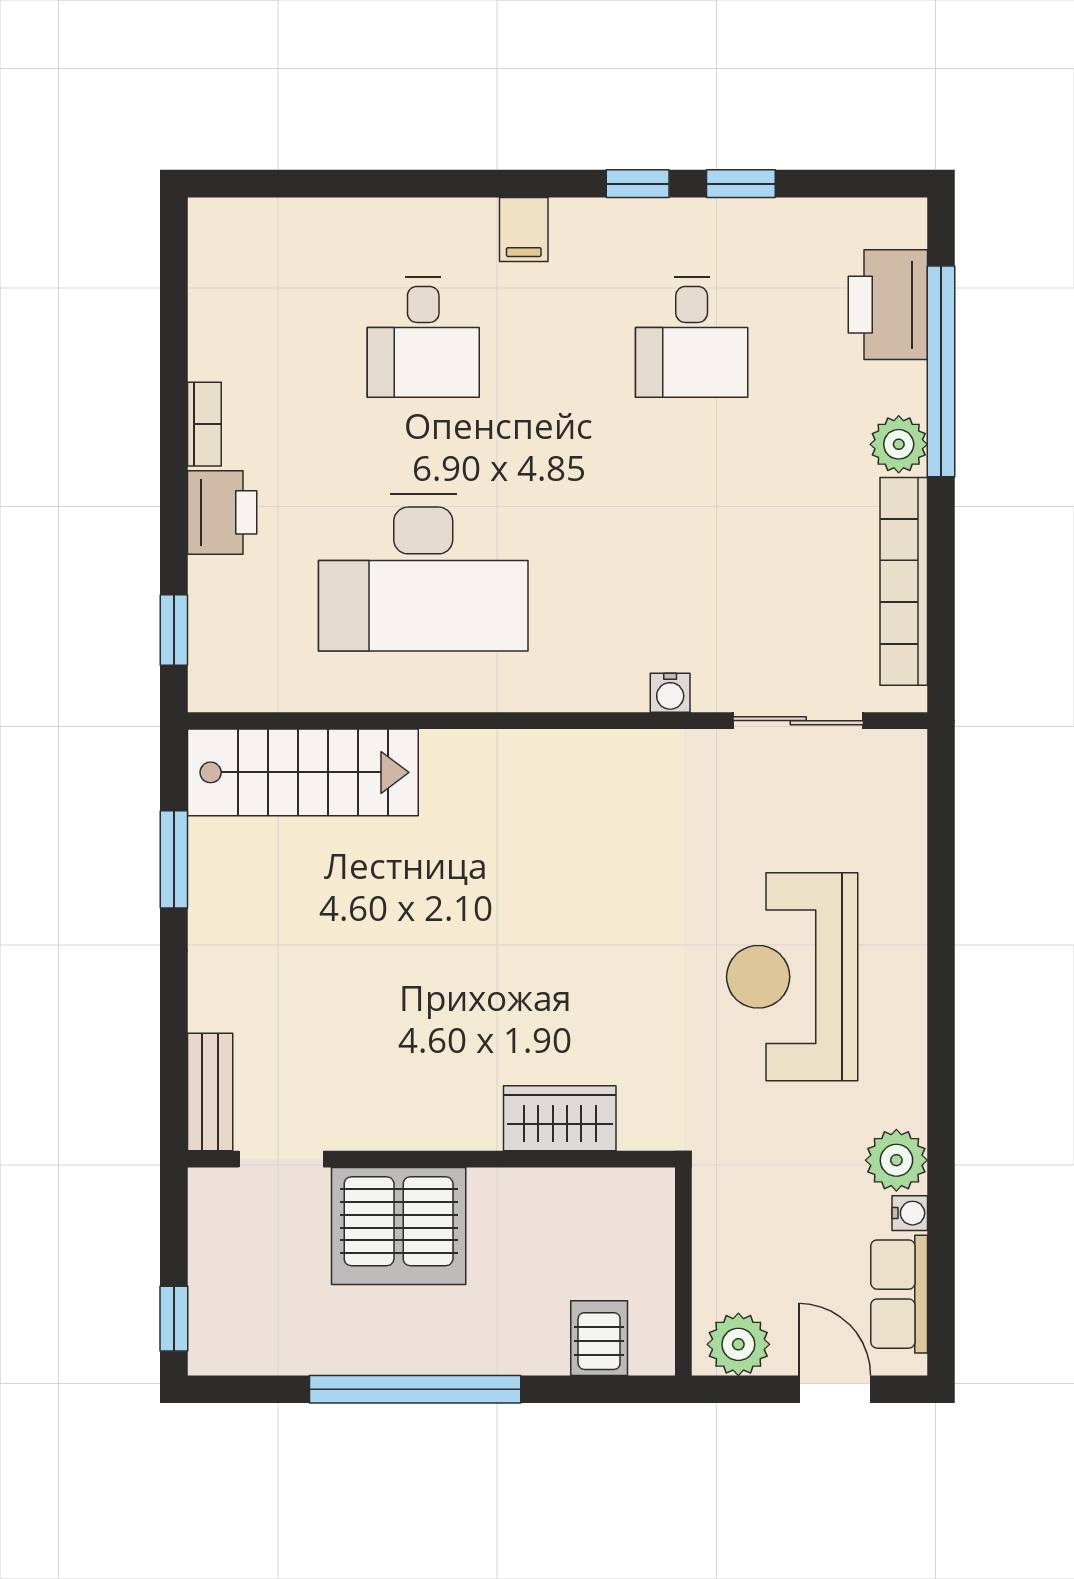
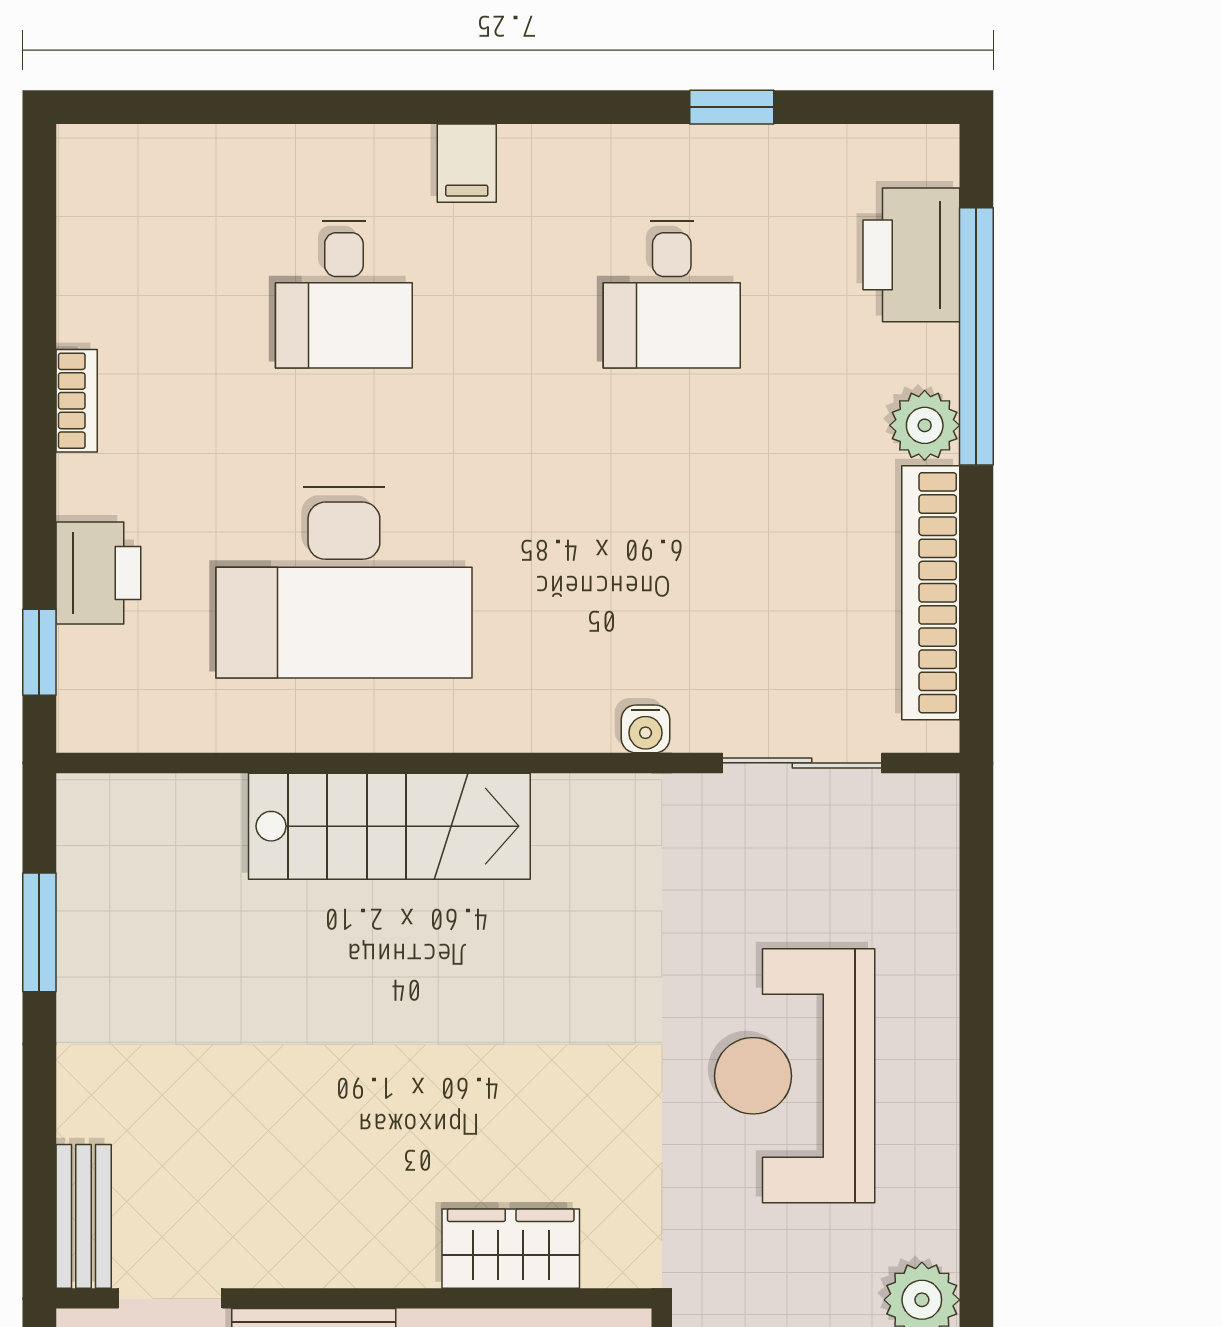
window: (638, 184) -> (606, 107), removed
printer: (222, 512) -> (98, 573), moved
stairs: (303, 772) -> (389, 826), moved

